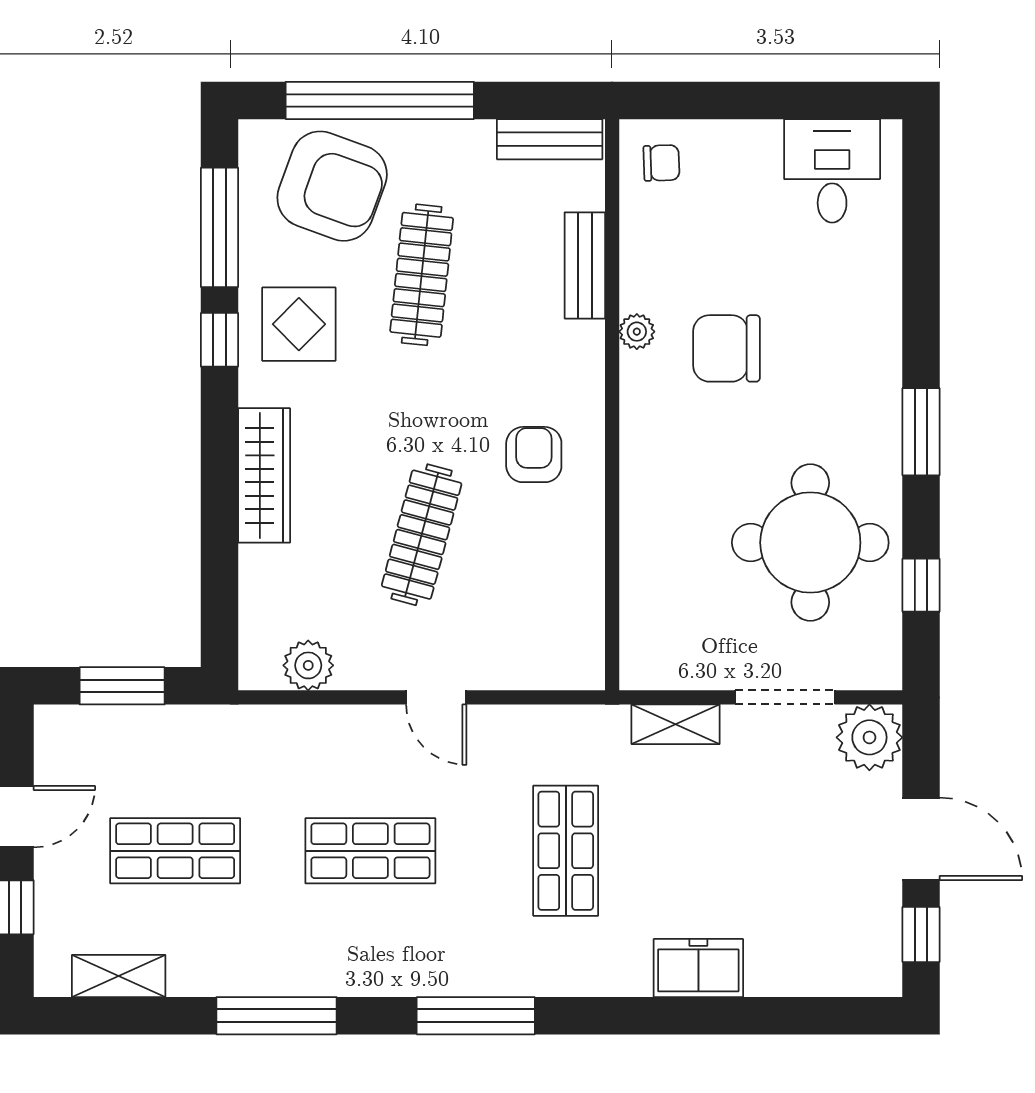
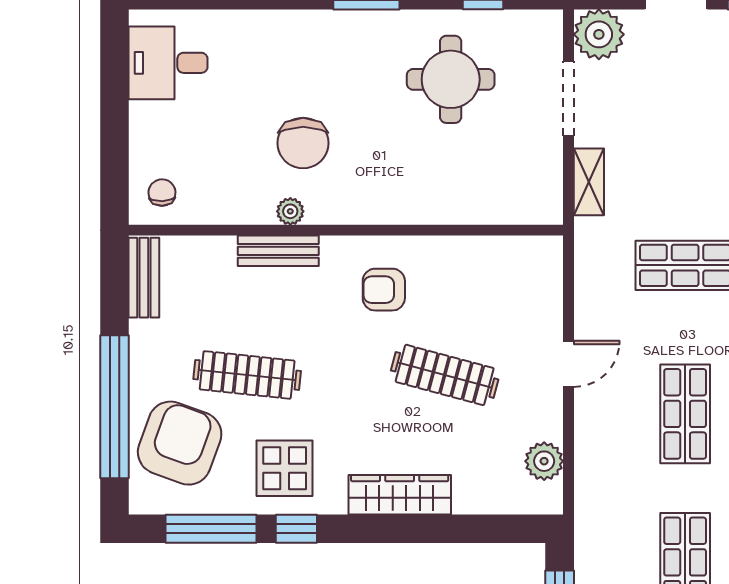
bench: (585, 265) -> (278, 251), moved
round table: (810, 543) -> (451, 79), width x0.73, depth x0.73

